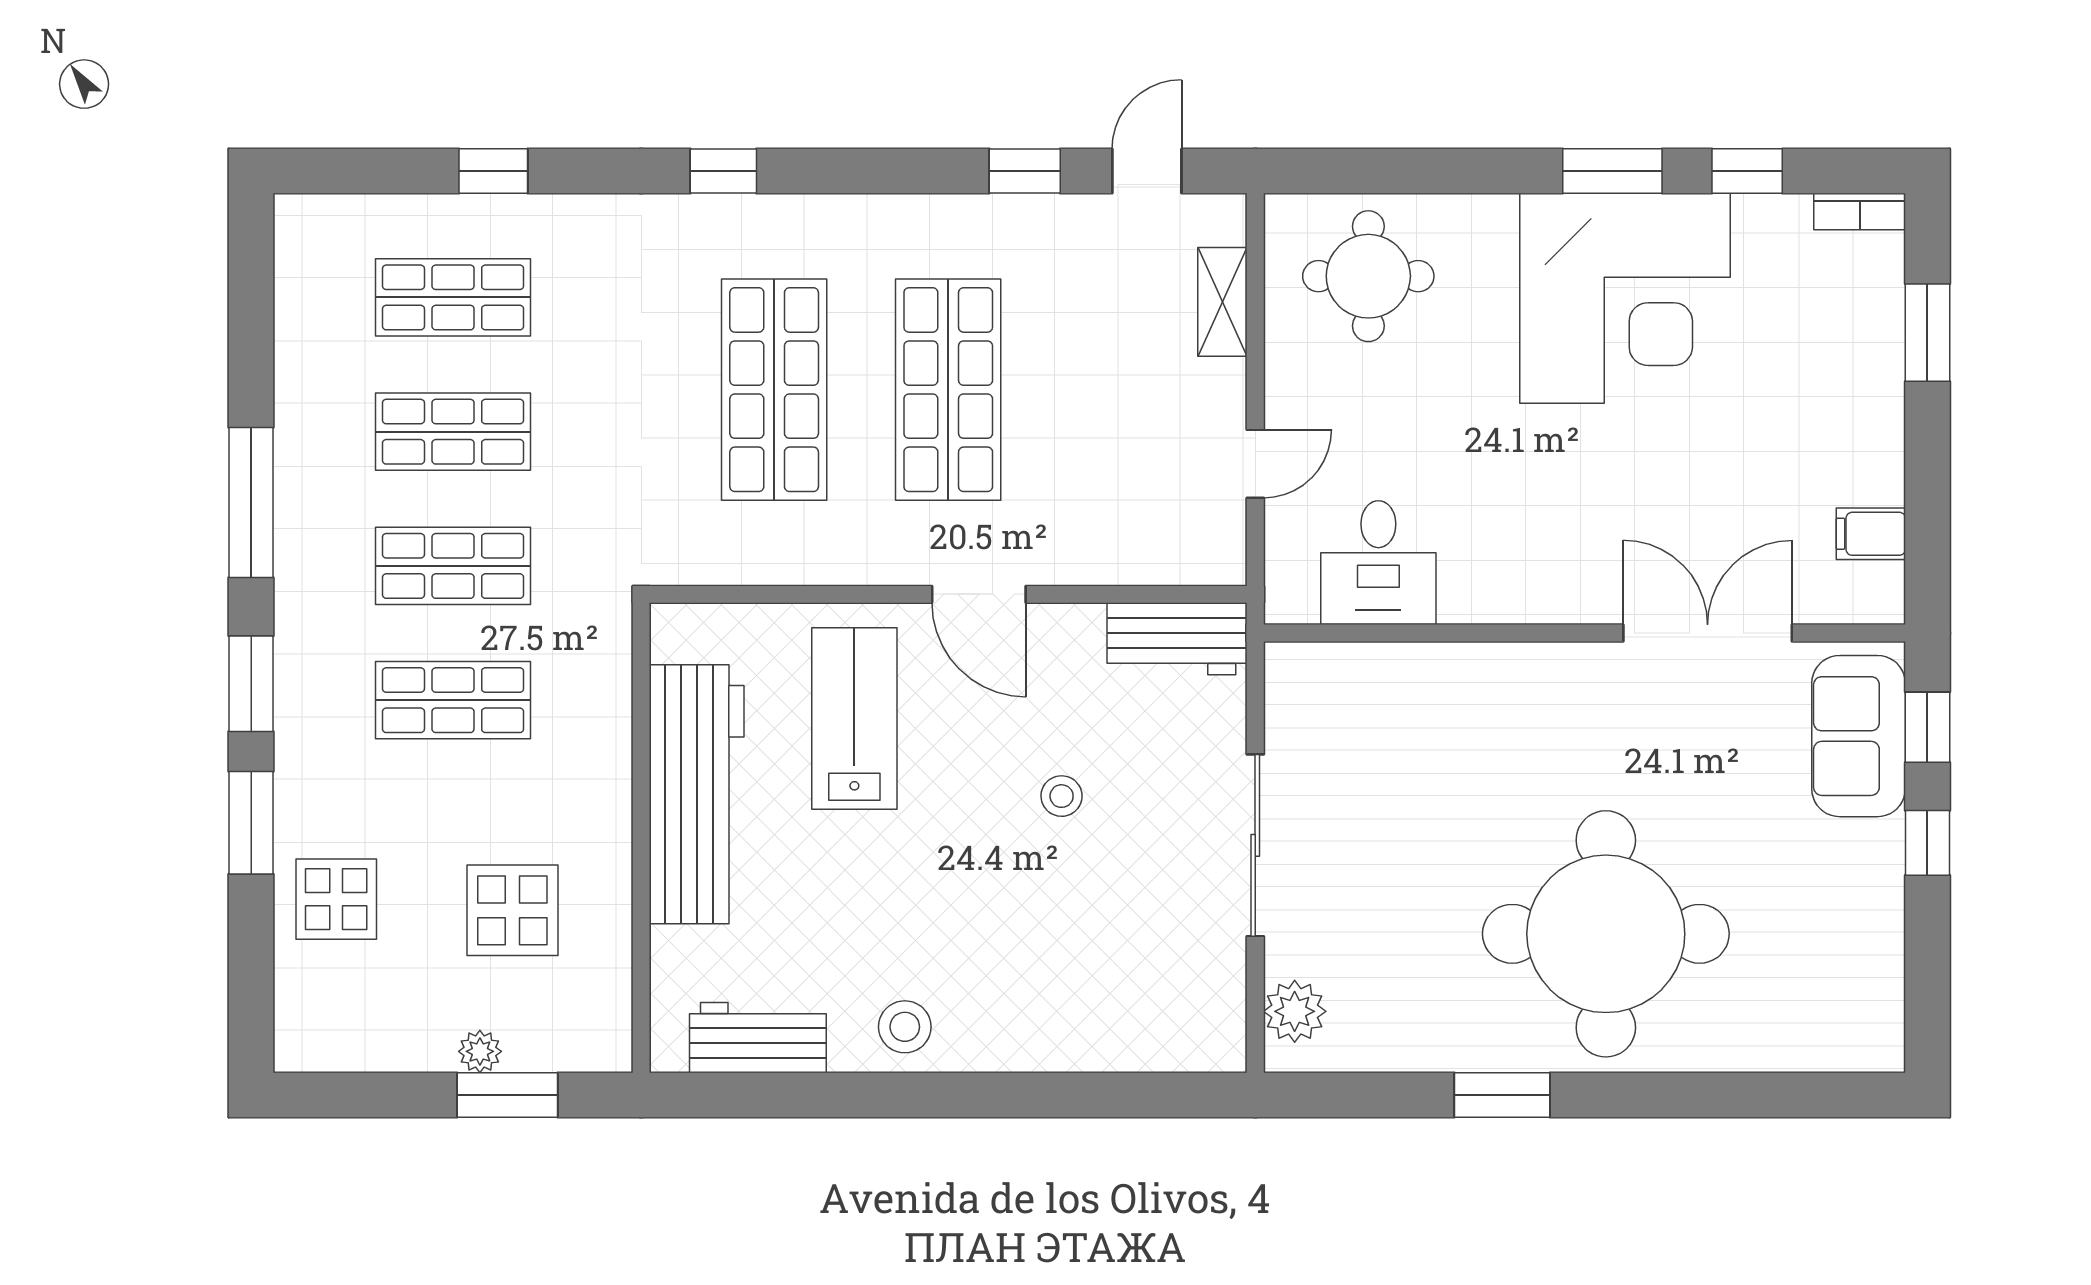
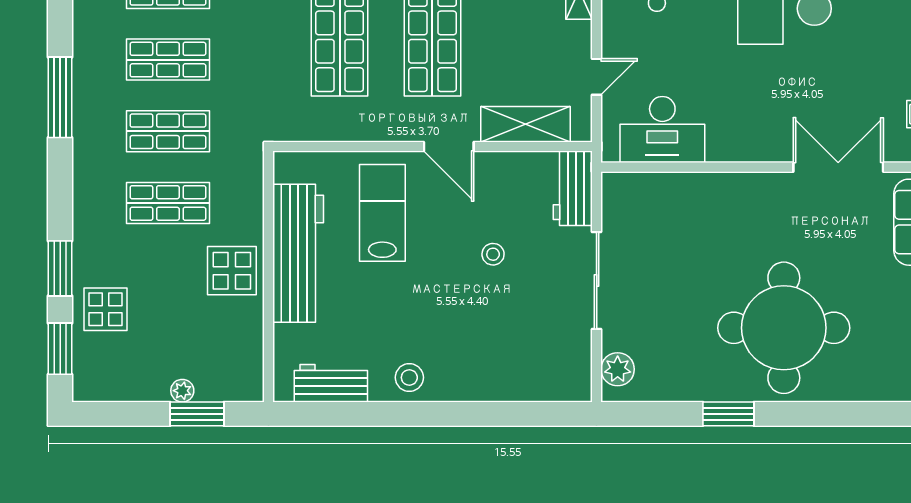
shelving: (1122, 553) -> (526, 124), added
desk: (1378, 563) -> (662, 130), width x1.37
workbench: (1177, 639) -> (573, 188), moved, turned 90
window: (251, 684) -> (60, 349), moved
display table: (512, 910) -> (232, 271), moved

